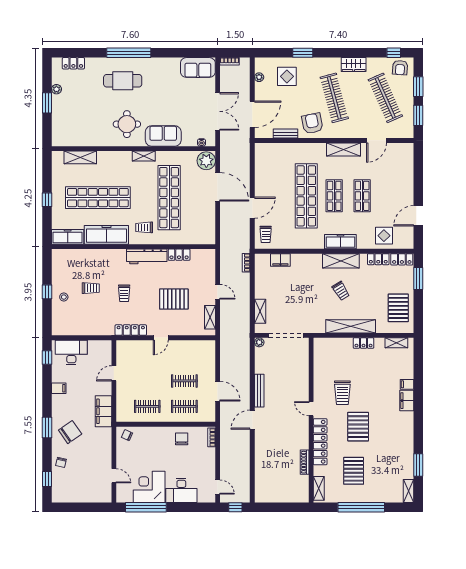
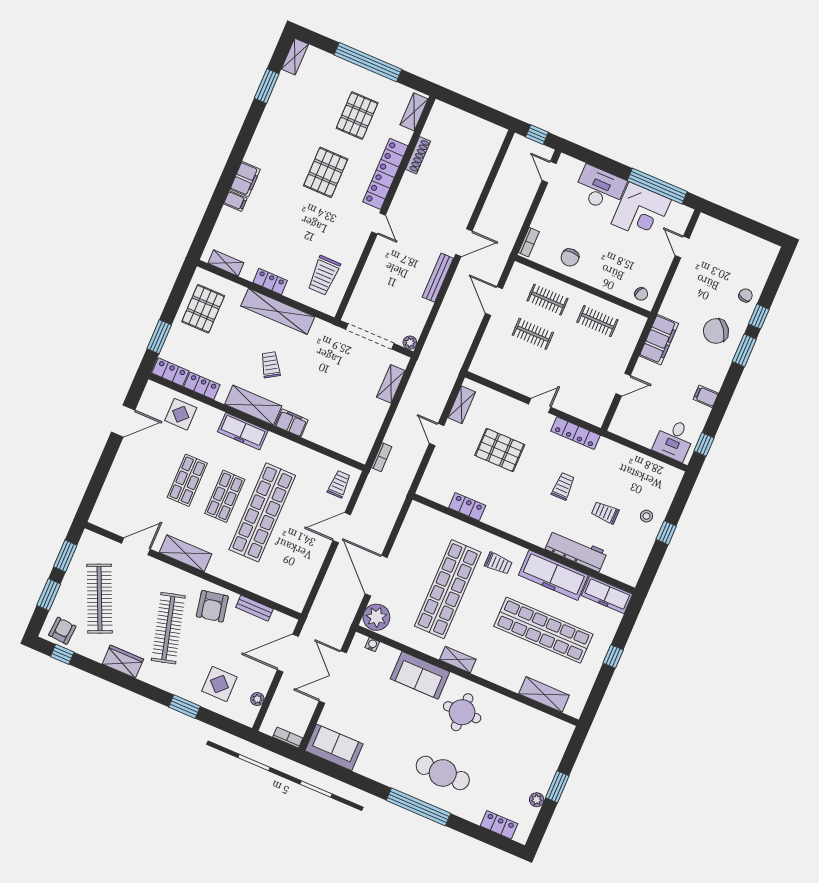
workbench: (147, 256) -> (576, 551), moved
filing cabinet: (280, 260) -> (291, 423), moved
desk: (71, 352) -> (674, 440), width x0.73
trolley: (342, 393) -> (324, 275), moved, turned 180
window: (47, 479) -> (759, 317), moved

